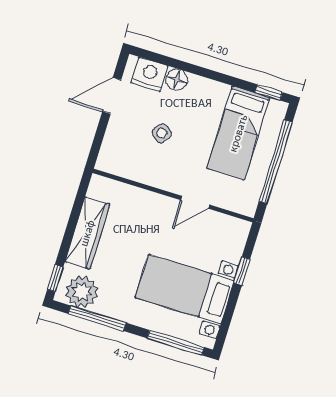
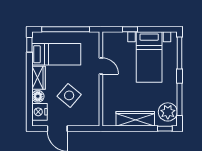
wardrobe: (208, 90) -> (38, 78), added
side table: (162, 133) -> (69, 95), width x1.87, depth x1.87

